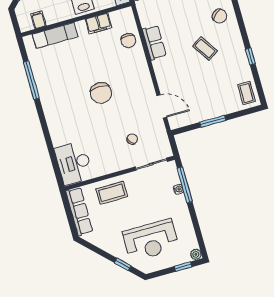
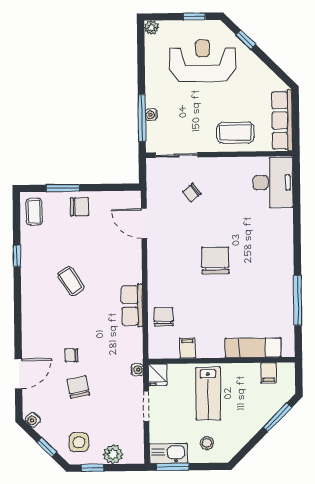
chair: (220, 16) -> (79, 207), moved, turned 132
filing cabinet: (98, 23) -> (187, 348), width x0.50
window: (213, 121) -> (63, 188), moved
window: (183, 267) -> (195, 16), moved

